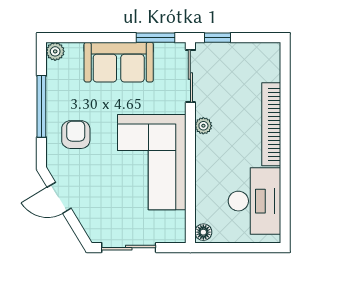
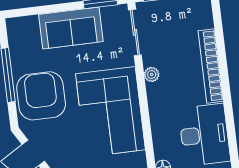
plant: (55, 51) -> (14, 25), removed
armchair: (76, 135) -> (41, 96), width x1.88, depth x1.88

